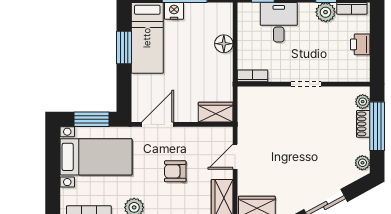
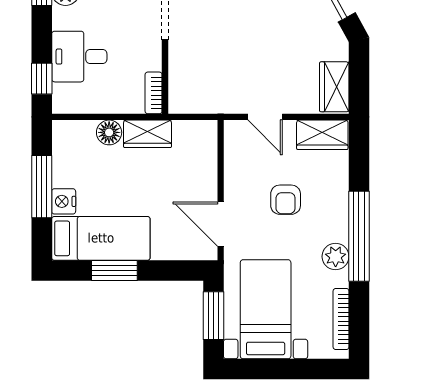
wardrobe: (216, 112) -> (147, 134), moved, turned -90

